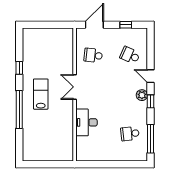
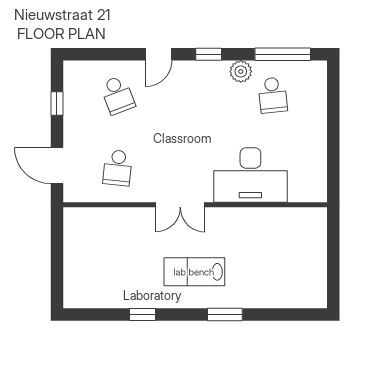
school desk: (130, 55) -> (118, 95), turned -45
plant: (142, 95) -> (241, 71), moved
window: (19, 110) -> (225, 314), width x0.47
desk: (86, 122) -> (250, 175), width x1.36, depth x1.30

